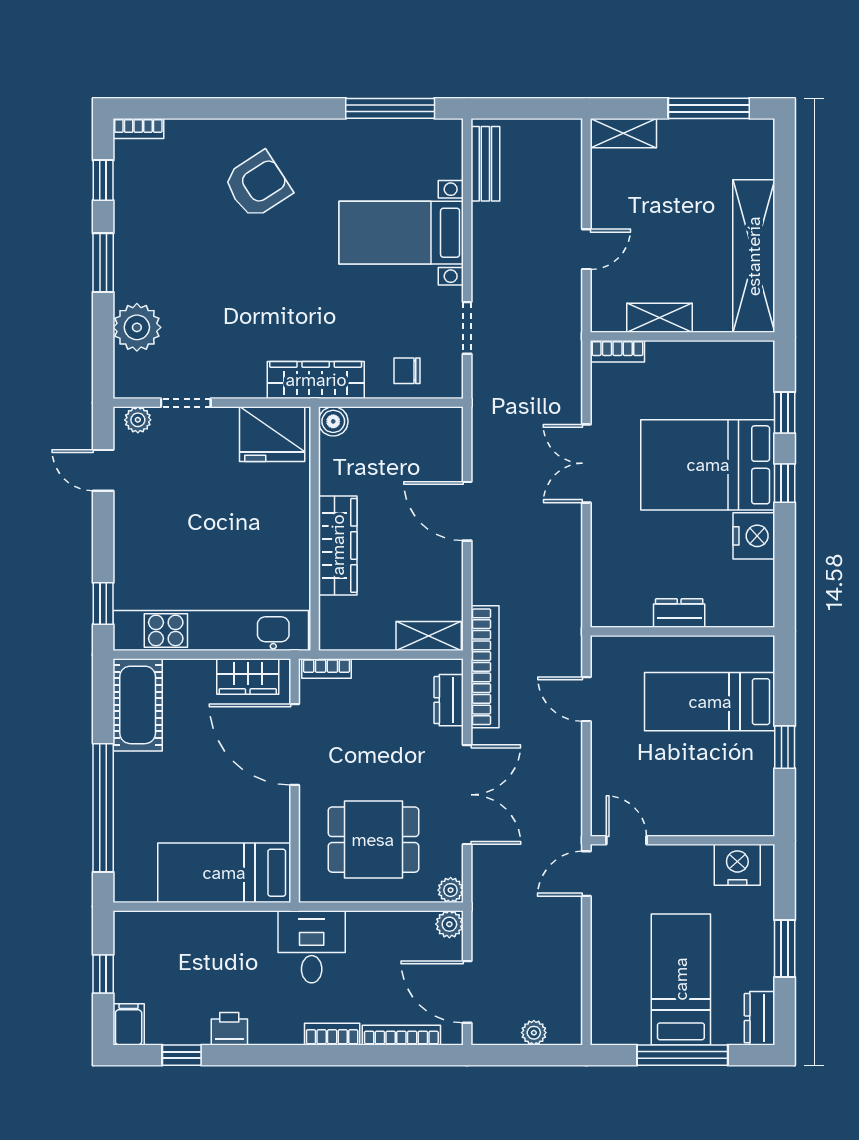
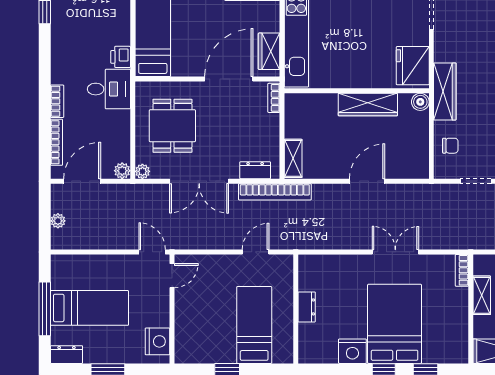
chair: (407, 371) -> (450, 146), turned 90
wardrobe: (338, 545) -> (368, 105), moved
printer: (229, 1029) -> (121, 57), moved, turned 180

